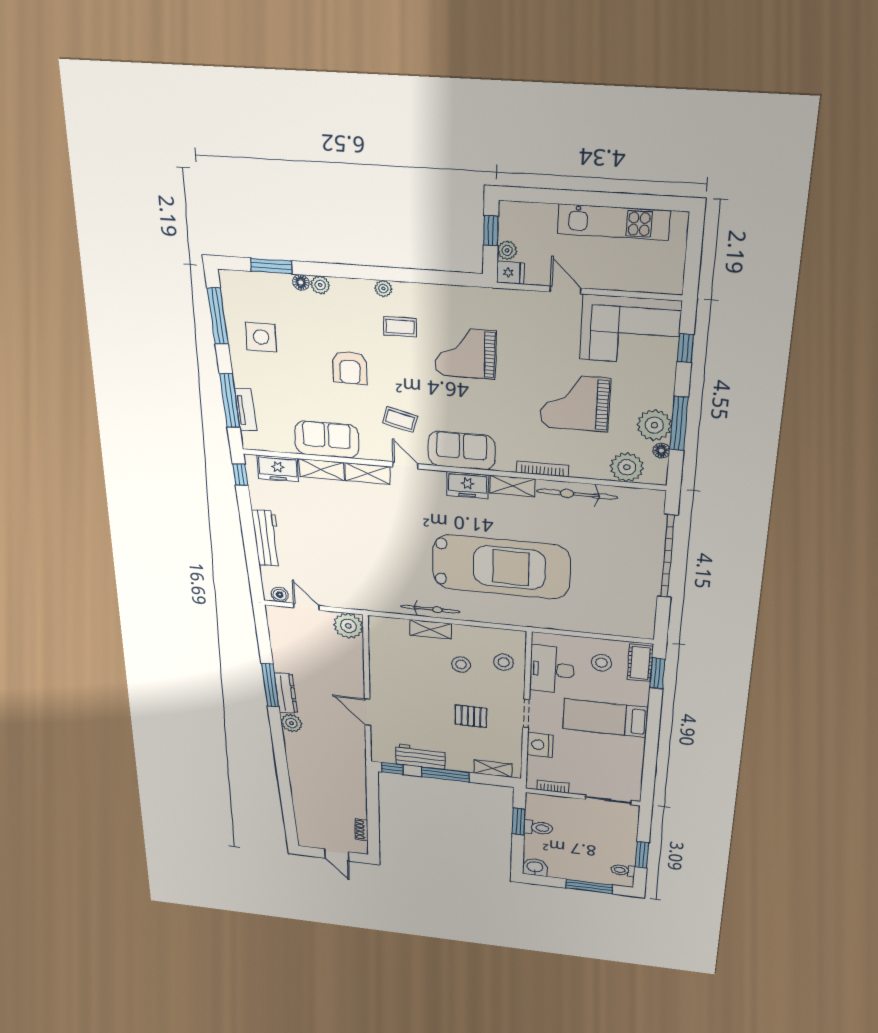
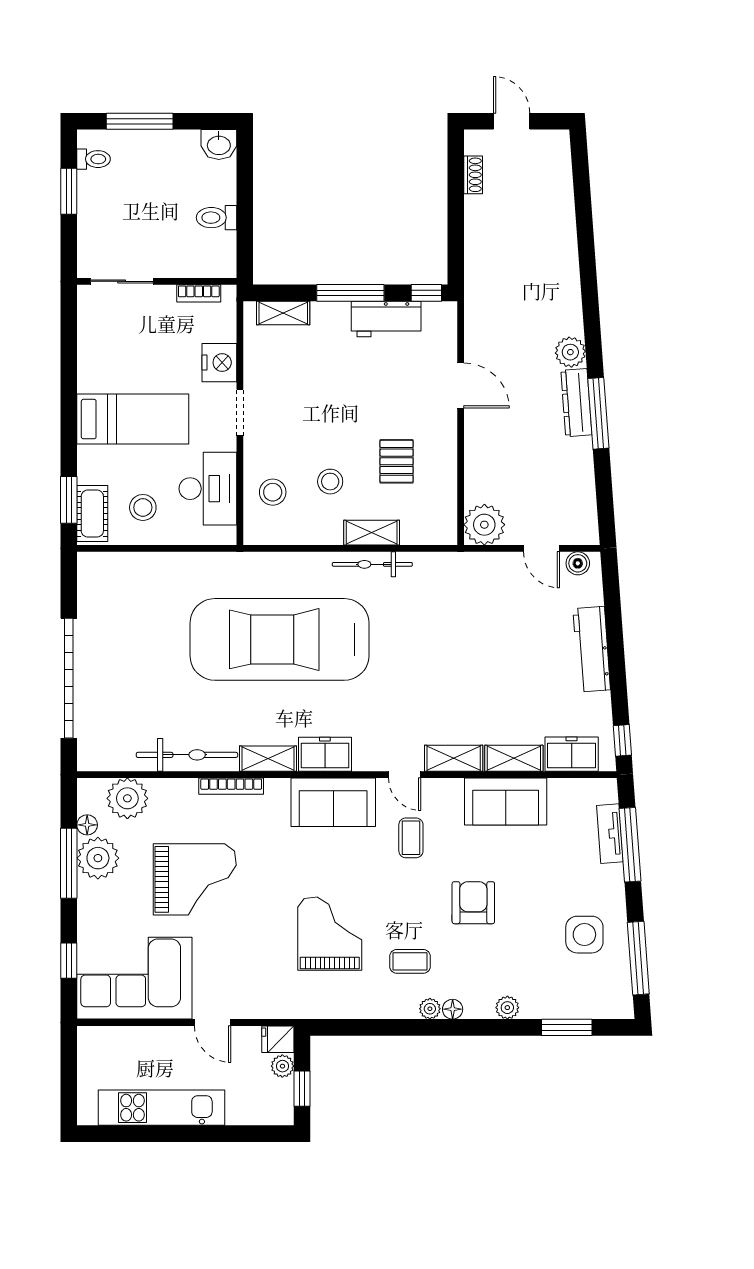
floor lamp: (301, 282) -> (453, 1009), moved
grand piano: (465, 353) -> (330, 934), turned -90
coffee table: (400, 420) -> (411, 838), turned 76
pallet: (471, 716) -> (397, 461), moved, turned 90
window: (519, 822) -> (245, 225), removed

